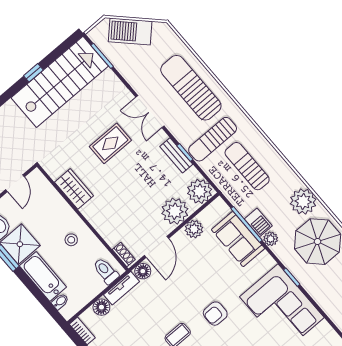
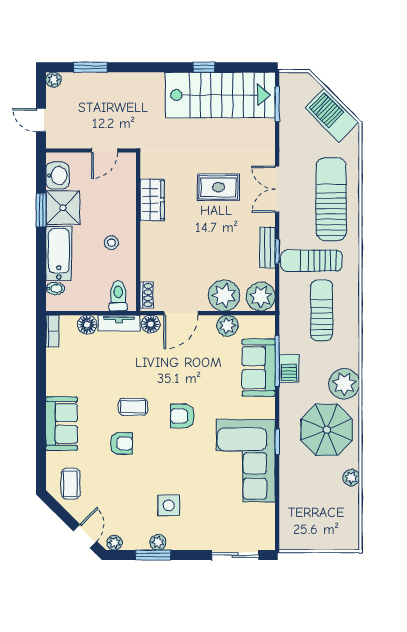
barbecue: (130, 32) -> (332, 115), moved
plant: (271, 239) -> (287, 392), removed

